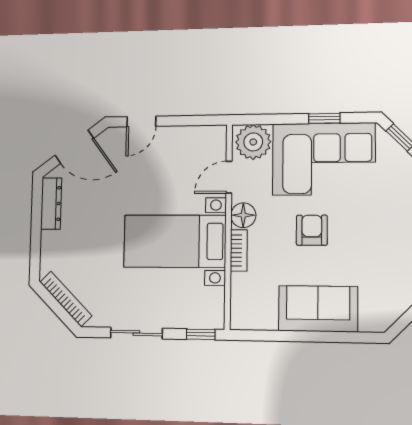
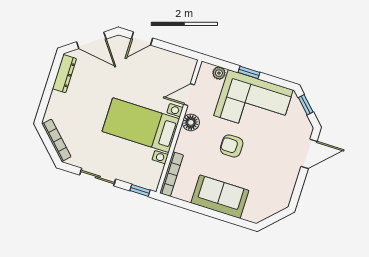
window: (324, 118) -> (249, 72), moved
plant: (253, 142) -> (219, 73), width x0.53, depth x0.53
armchair: (312, 230) -> (232, 146), turned -90
bookcase: (239, 250) -> (171, 174), moved, width x1.56

